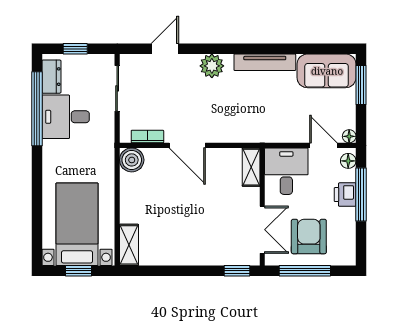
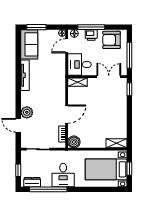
plant: (212, 66) -> (27, 112), moved
desk: (66, 117) -> (63, 175), moved
armchair: (309, 237) -> (112, 40), moved

